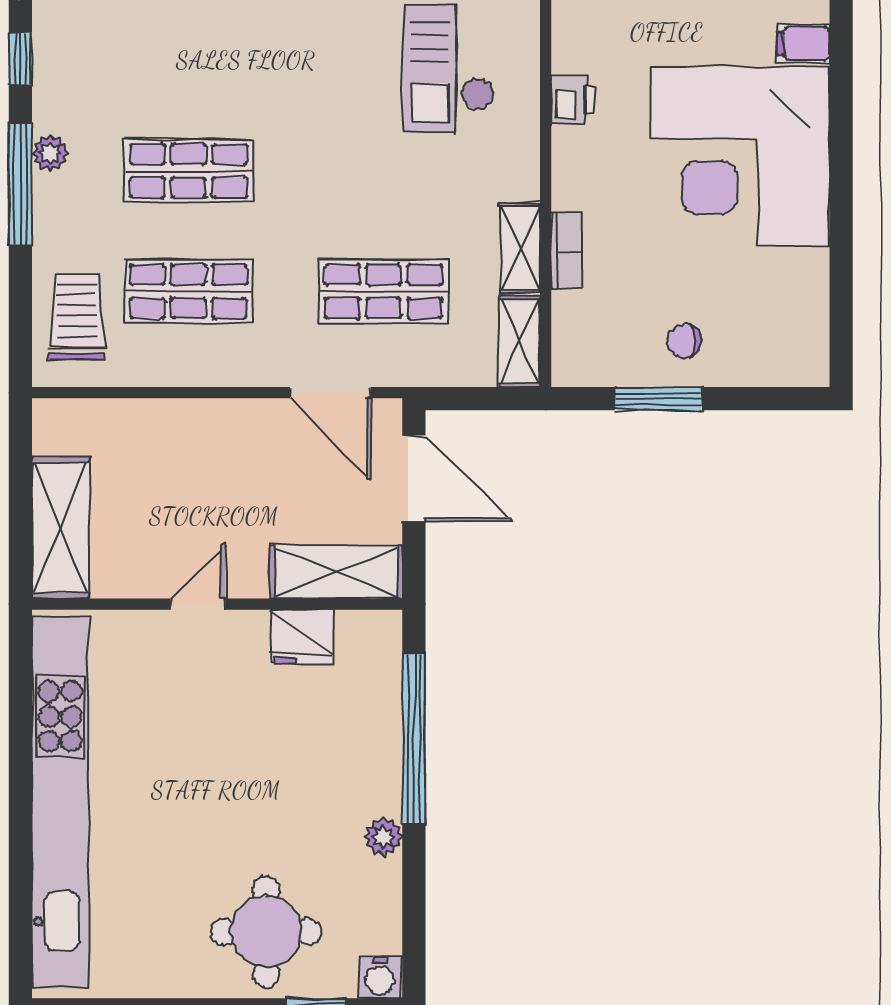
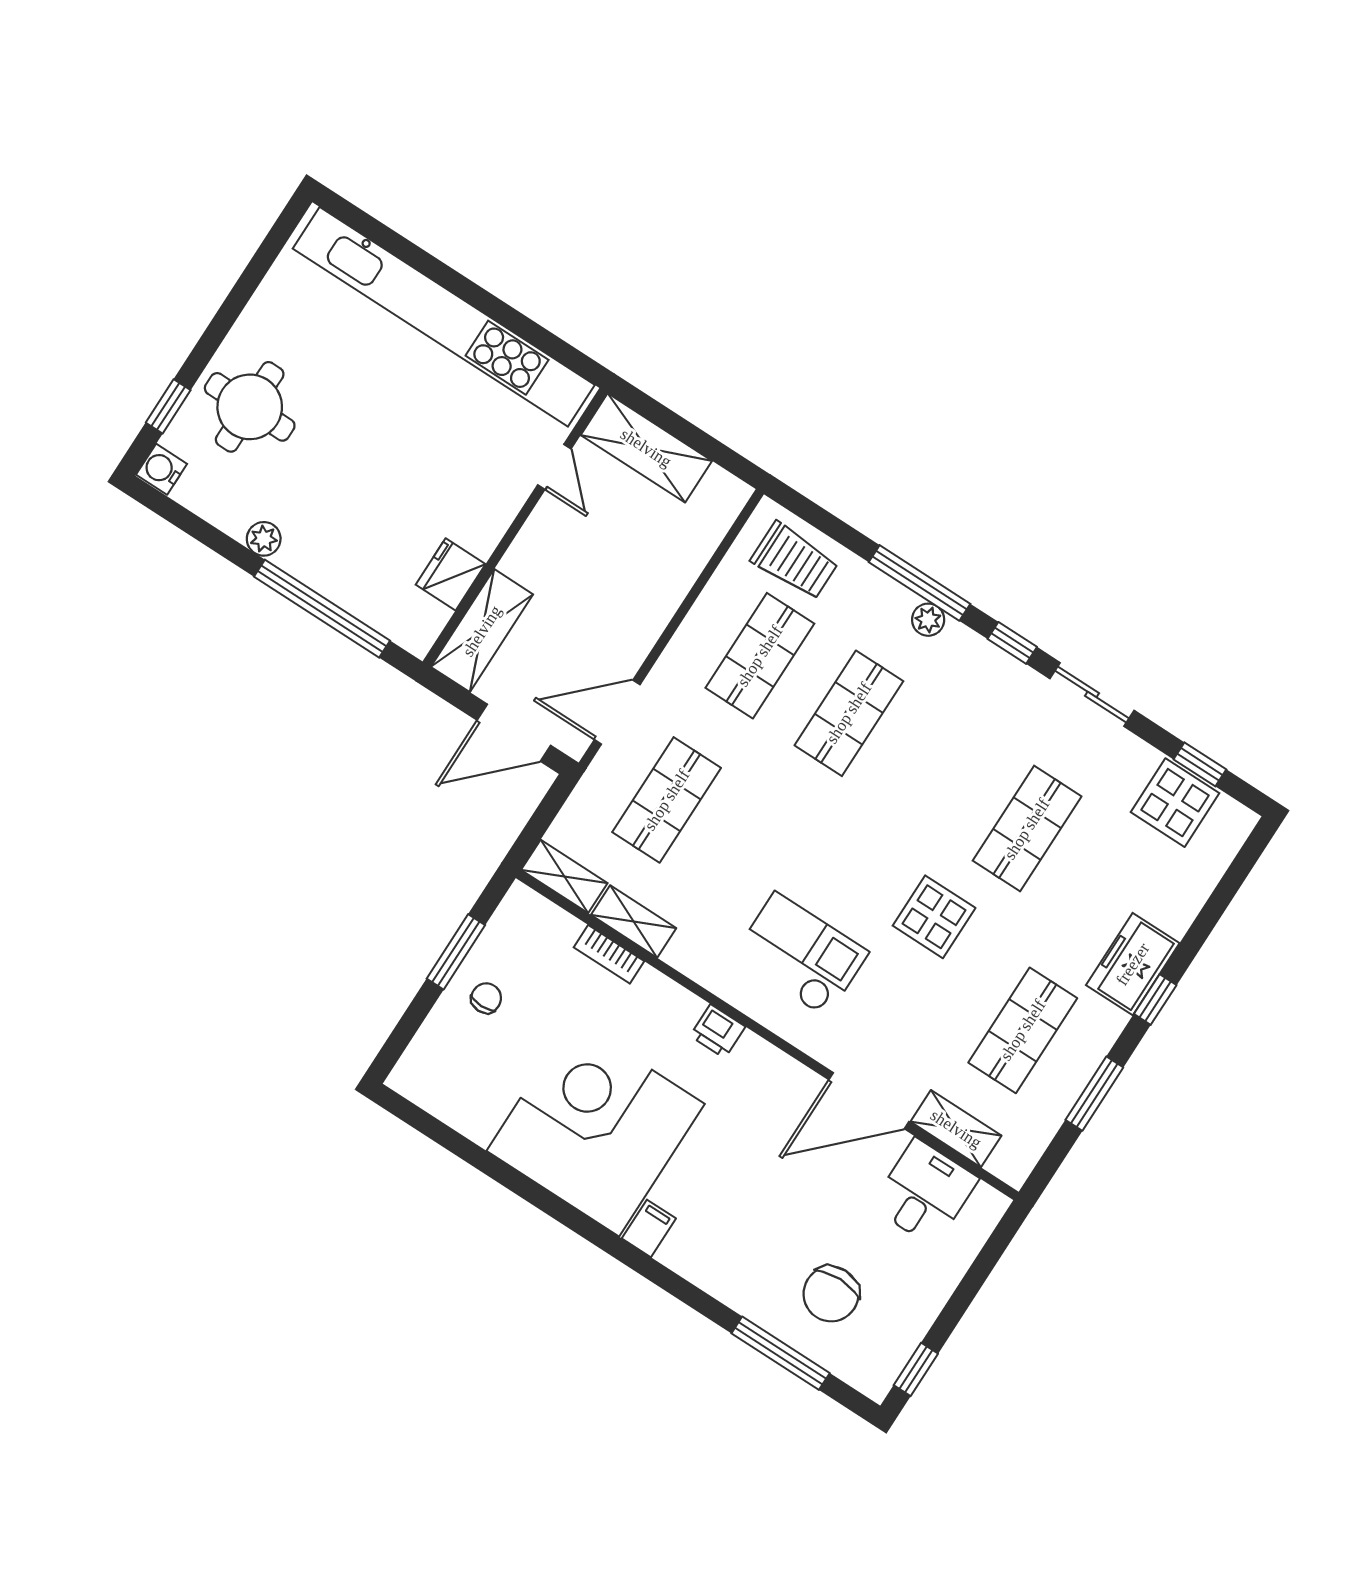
door: (198, 604) -> (554, 467), moved

